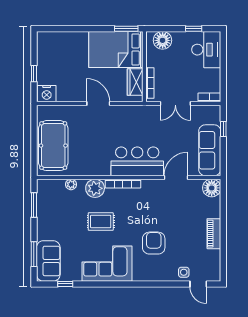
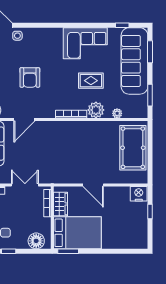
bar counter: (137, 161) -> (59, 134), removed
armchair: (154, 243) -> (30, 77), moved
sofa: (48, 261) -> (134, 61), width x1.85, depth x1.27

